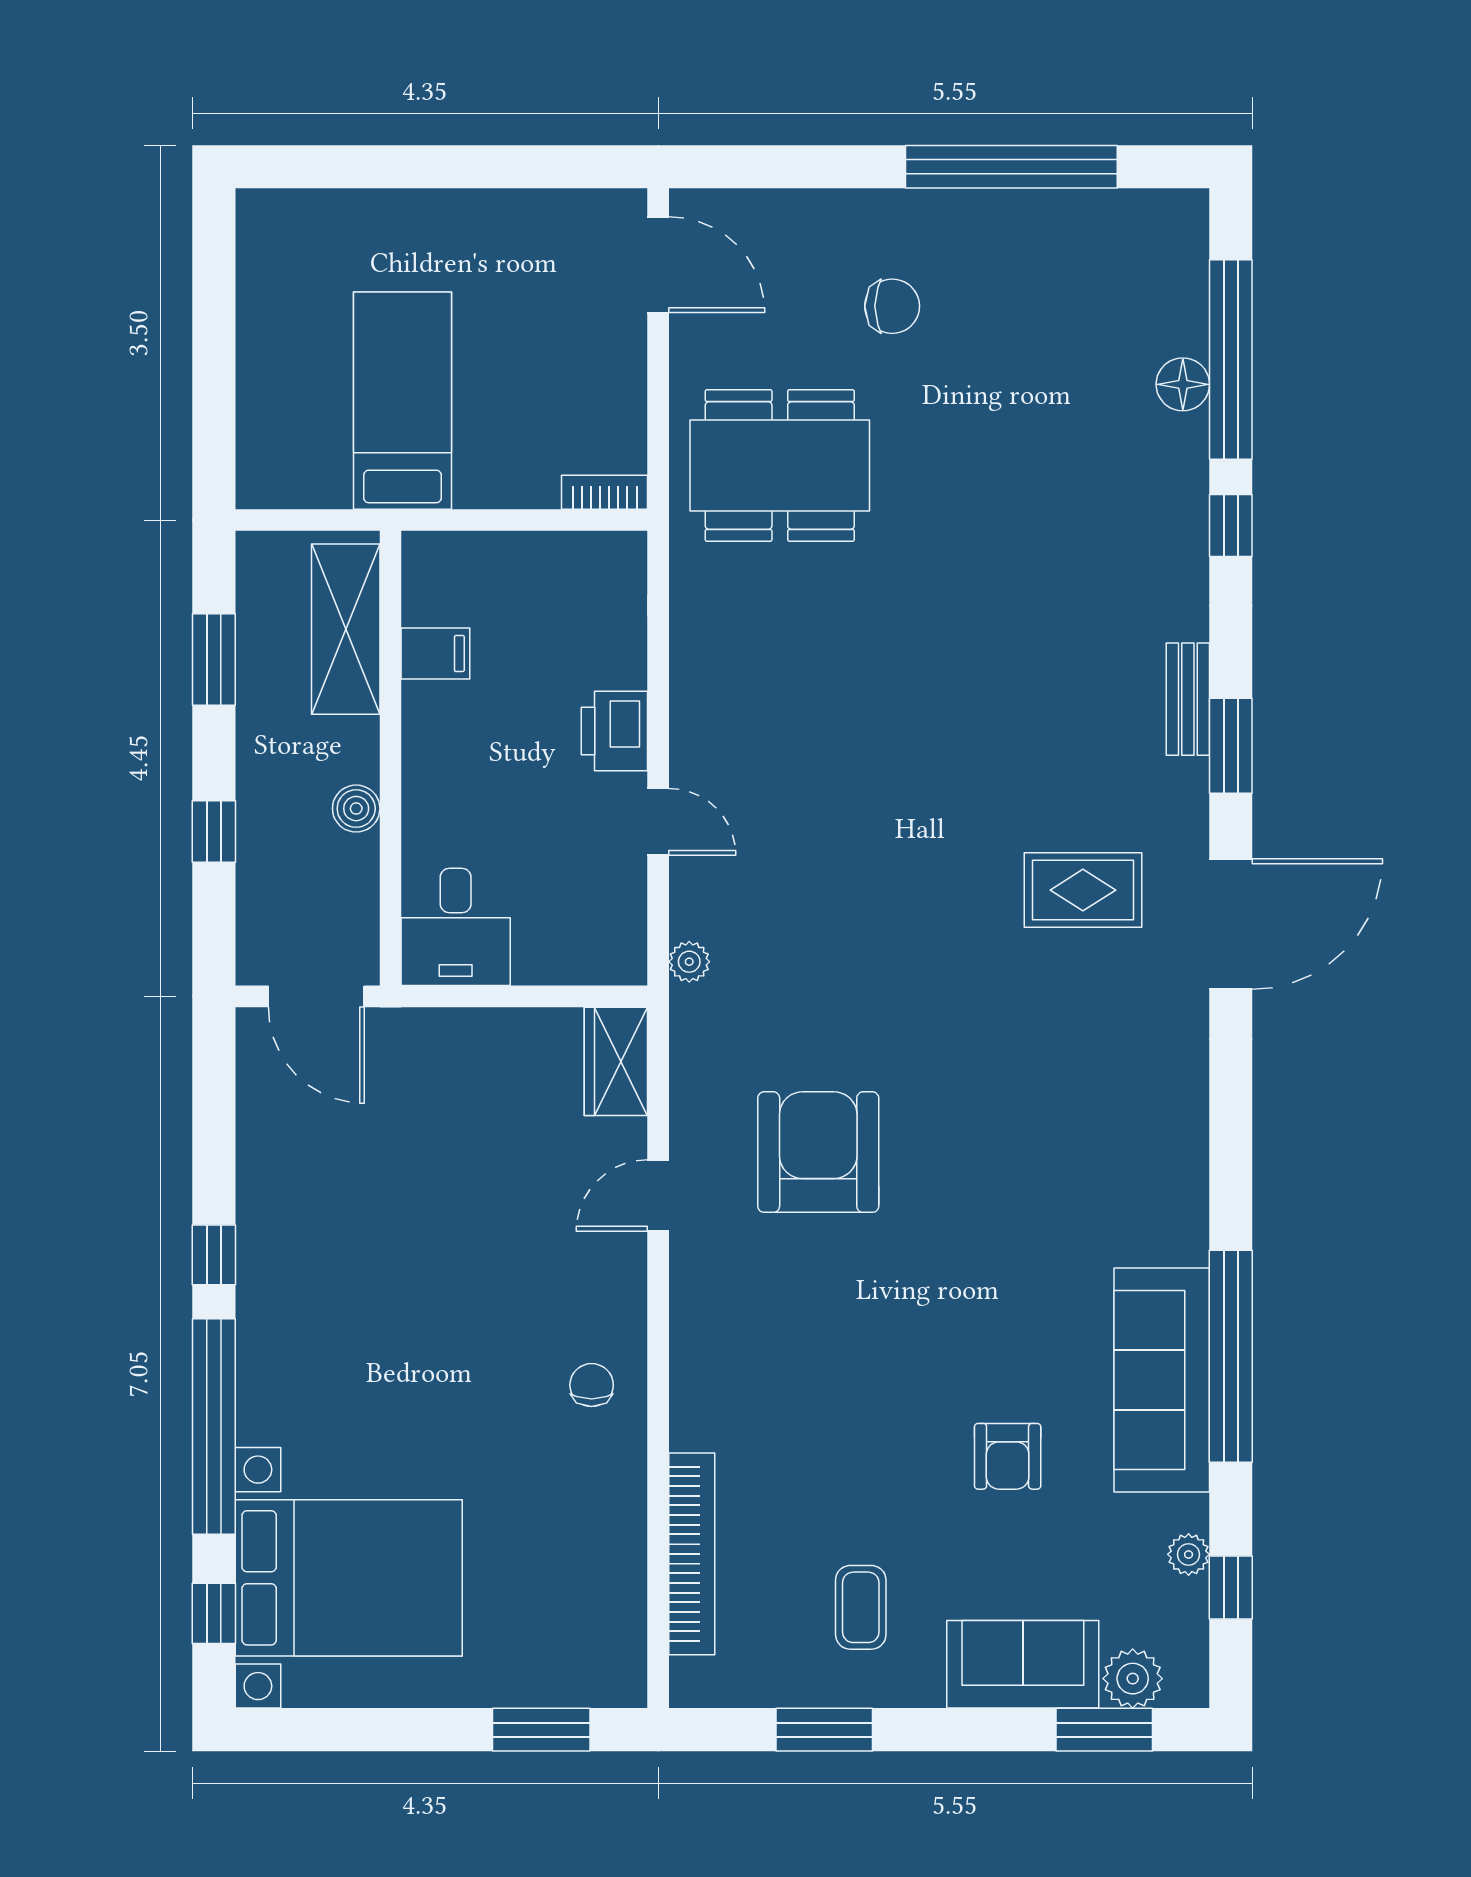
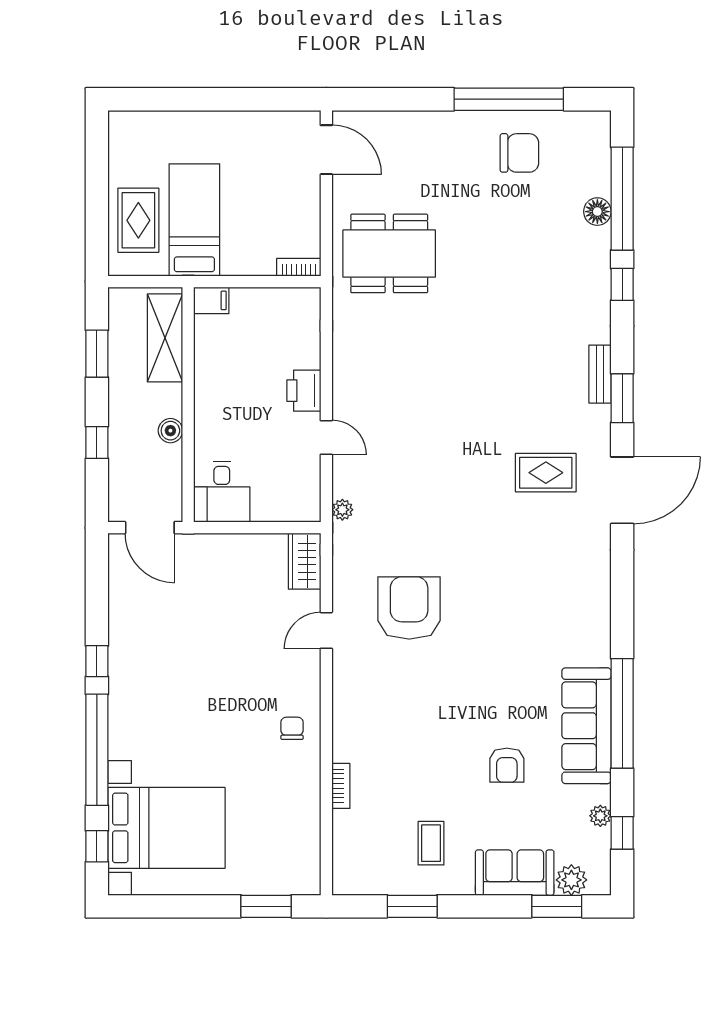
chair: (892, 306) -> (519, 153), moved, width x1.37, depth x1.37
rug: (294, 401) -> (138, 220), added
filing cabinet: (435, 653) -> (211, 300), moved
bookcase: (692, 1554) -> (341, 786), width x0.43, depth x0.76

